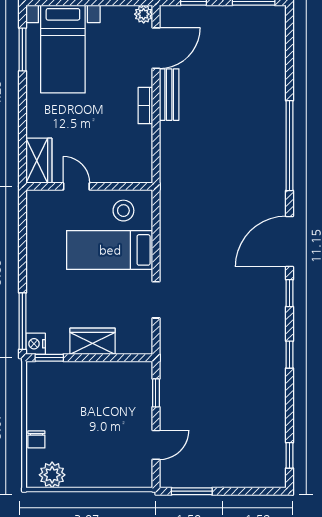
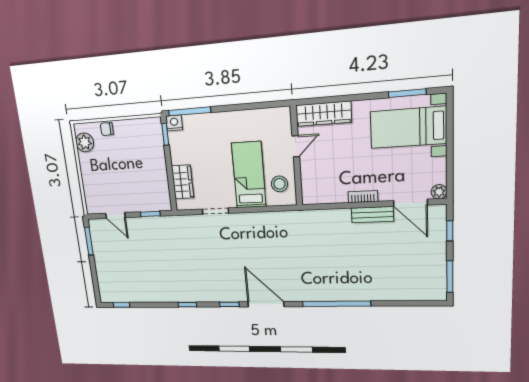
wardrobe: (39, 161) -> (324, 114), width x1.50
wardrobe: (93, 341) -> (183, 182), moved

